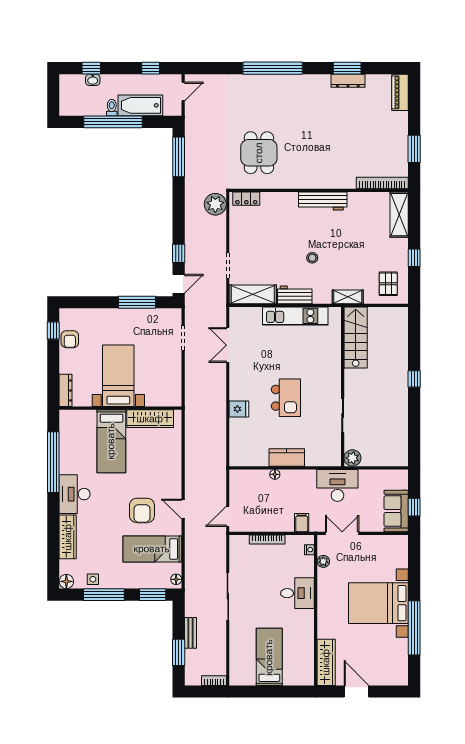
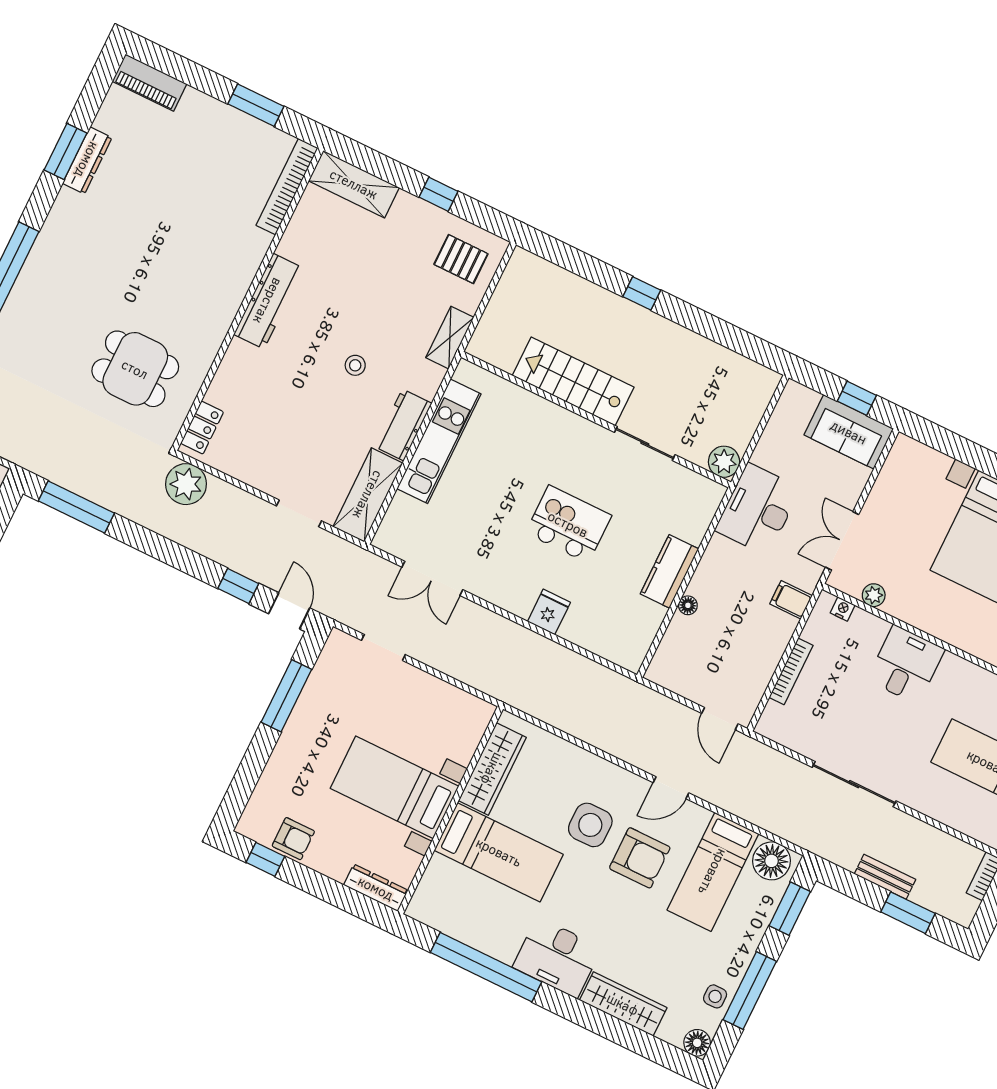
stairs: (356, 337) -> (573, 381), moved
side table: (146, 479) -> (590, 825), added
floor lamp: (176, 579) -> (771, 861), width x1.89, depth x1.89

